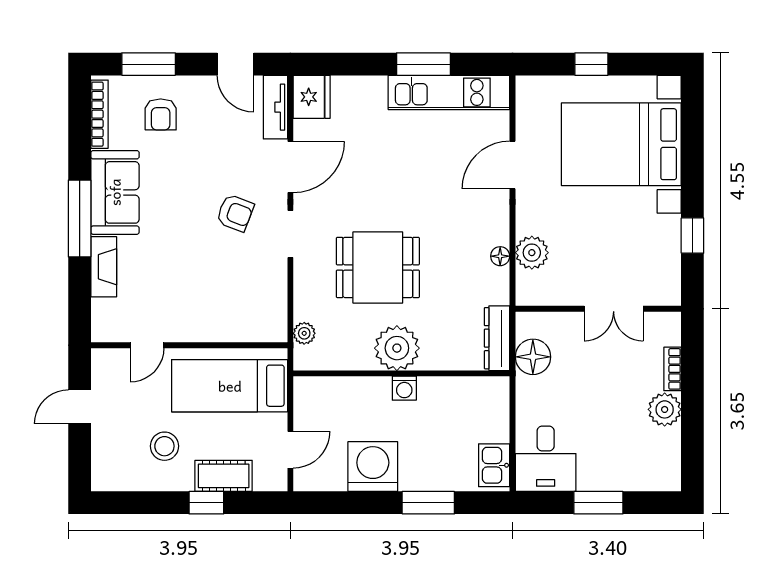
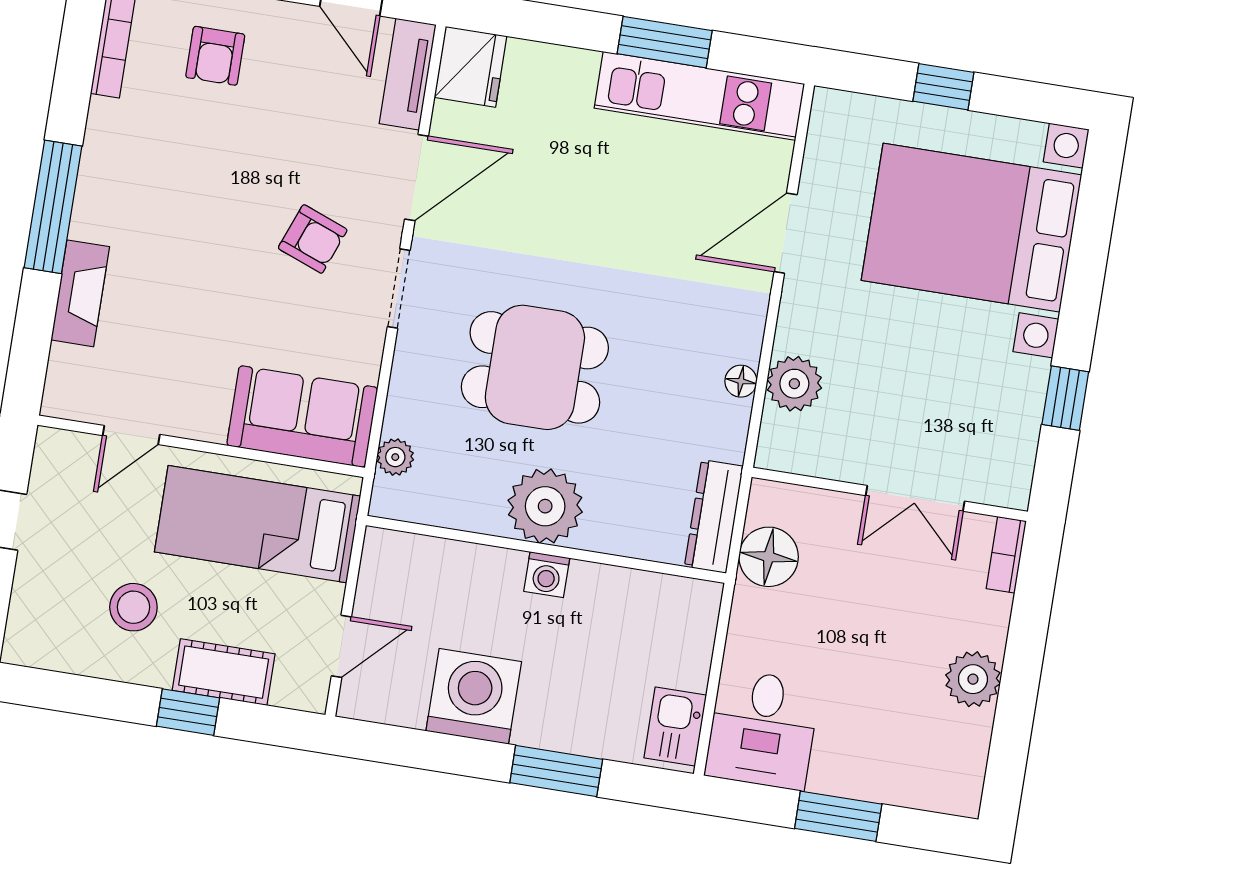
sofa: (115, 192) -> (302, 417), moved, turned -90
bookcase: (672, 369) -> (1006, 555), moved

